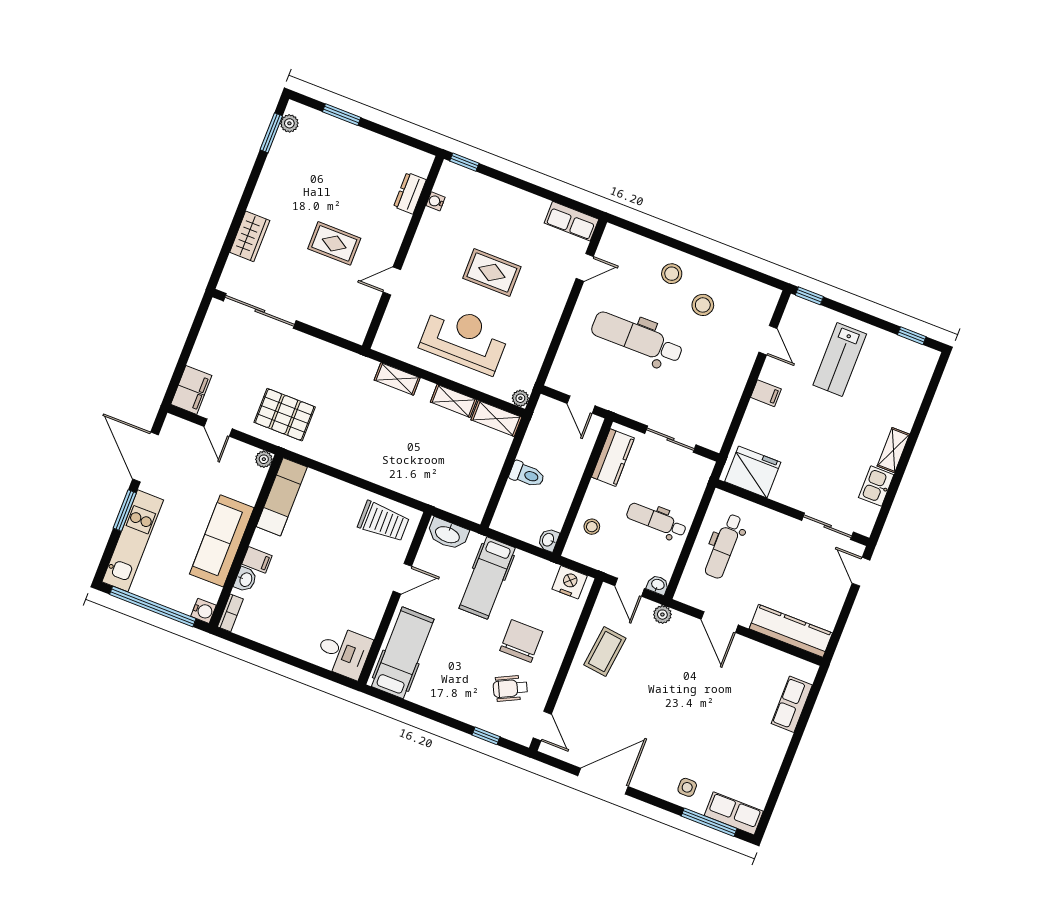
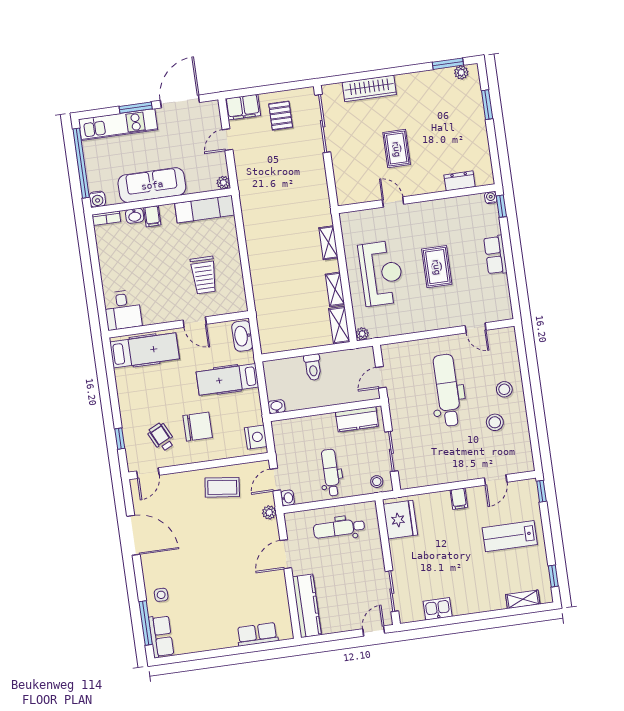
water cooler: (436, 201) -> (491, 198), moved
row of seats: (571, 221) -> (495, 255), moved
wardrobe: (250, 236) -> (369, 88), width x1.50
pallet: (285, 415) -> (281, 116), moved, width x0.67, depth x0.71
shelving: (893, 450) -> (523, 599), moved
trolley: (384, 522) -> (204, 275), moved
stool: (592, 527) -> (377, 482), moved

